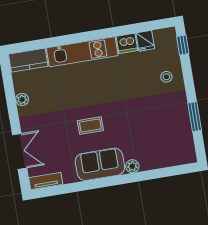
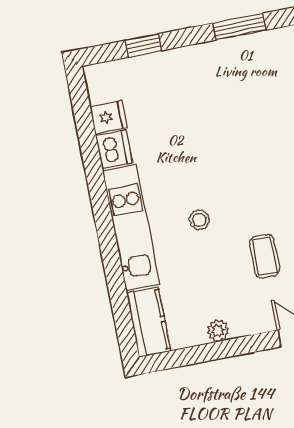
window: (183, 45) -> (143, 45), moved
stool: (166, 77) -> (199, 220), moved
coffee table: (90, 126) -> (264, 256), moved

